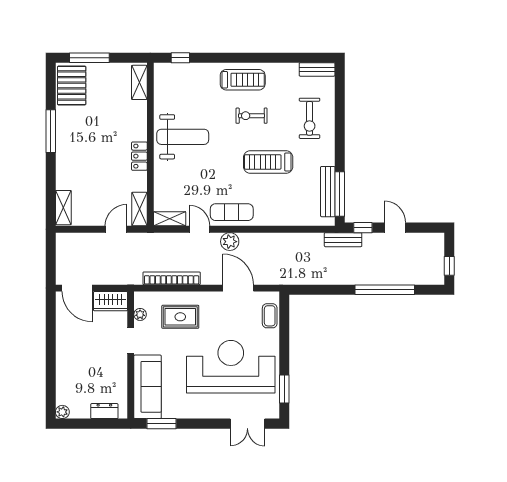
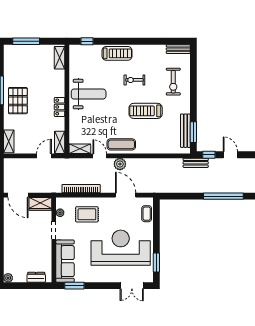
treadmill: (243, 80) -> (117, 53), moved
pallet: (72, 86) -> (18, 101), moved
window: (340, 194) -> (193, 132), width x0.69

